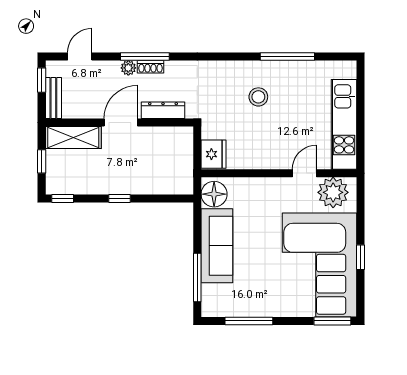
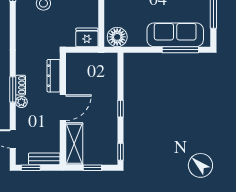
window: (145, 56) -> (13, 89), width x0.69
door: (121, 123) -> (63, 108), swing flipped
sofa: (217, 246) -> (175, 35), moved

